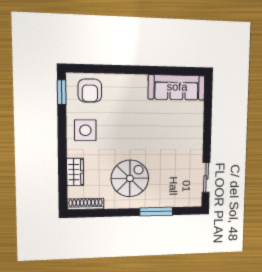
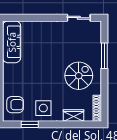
window: (62, 92) -> (30, 124), moved
spiral stairs: (130, 178) -> (79, 76), turned 90

